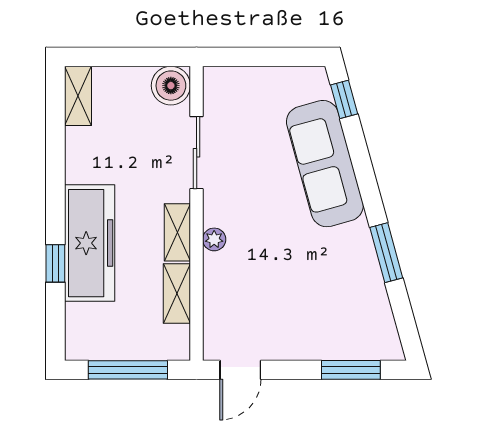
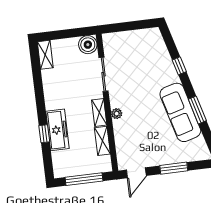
window: (344, 99) -> (179, 66), moved
sofa: (325, 164) -> (180, 112), moved
freezer: (90, 243) -> (58, 130), width x0.73, depth x0.79
window: (351, 370) -> (174, 168), moved

